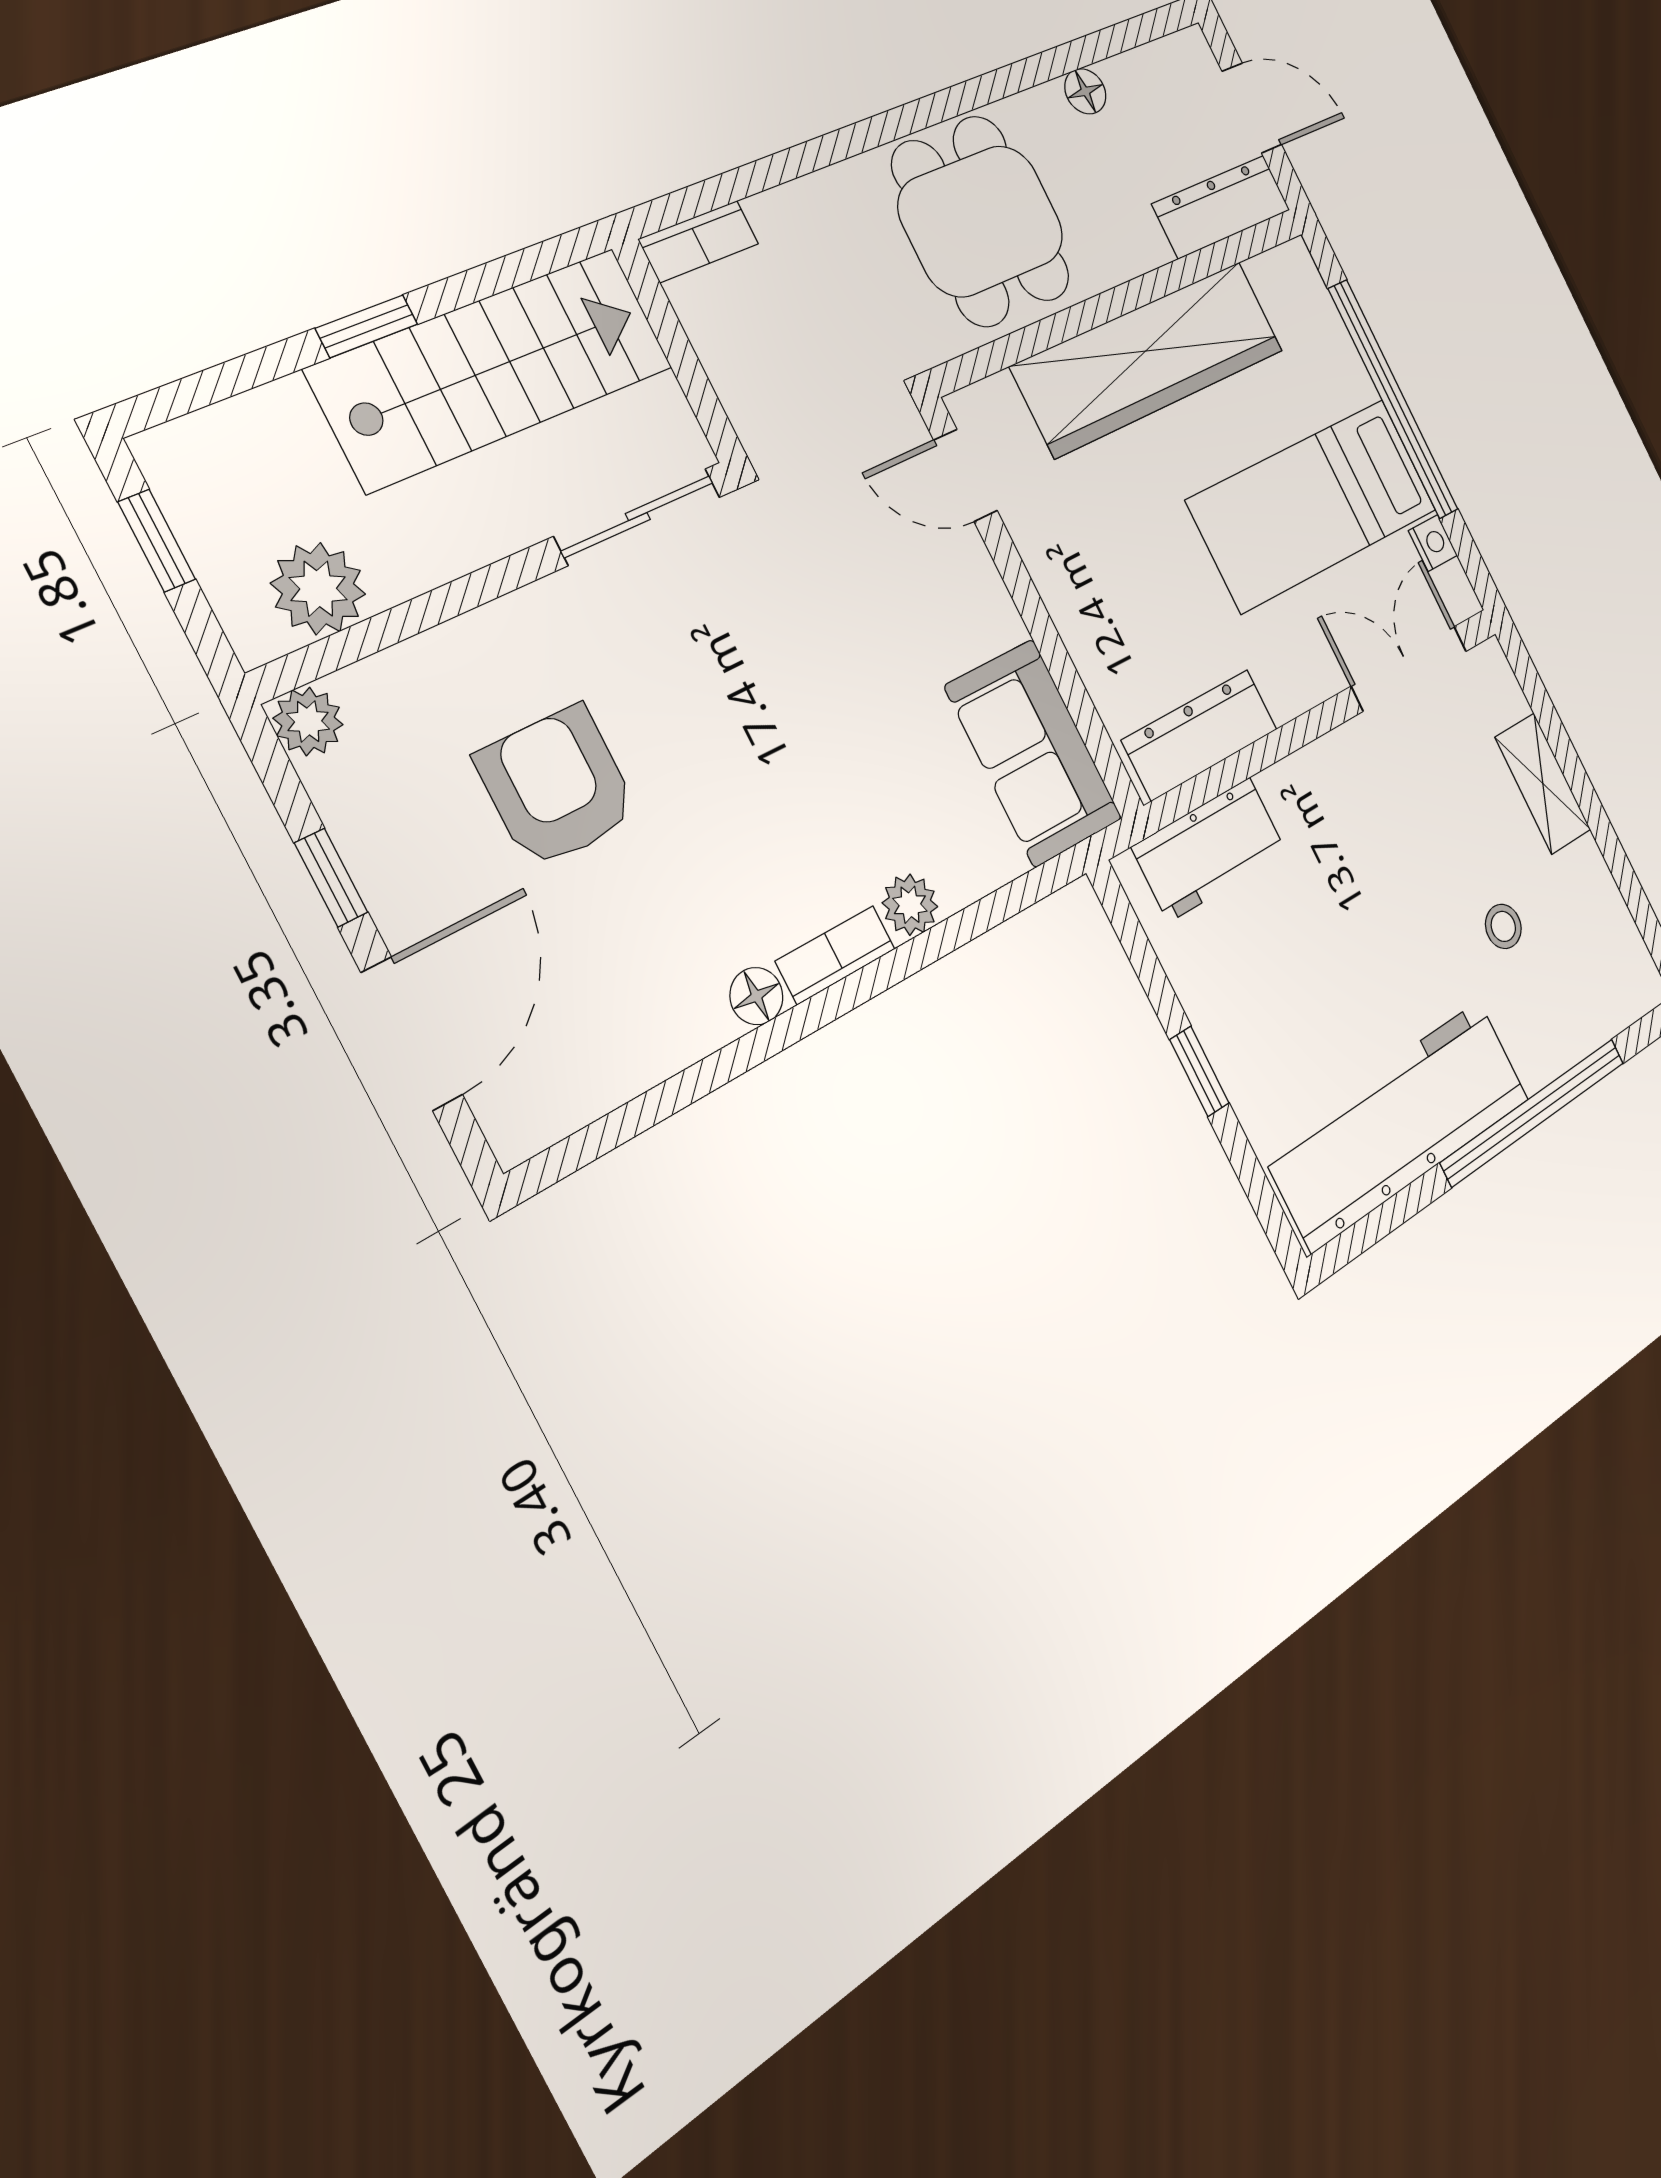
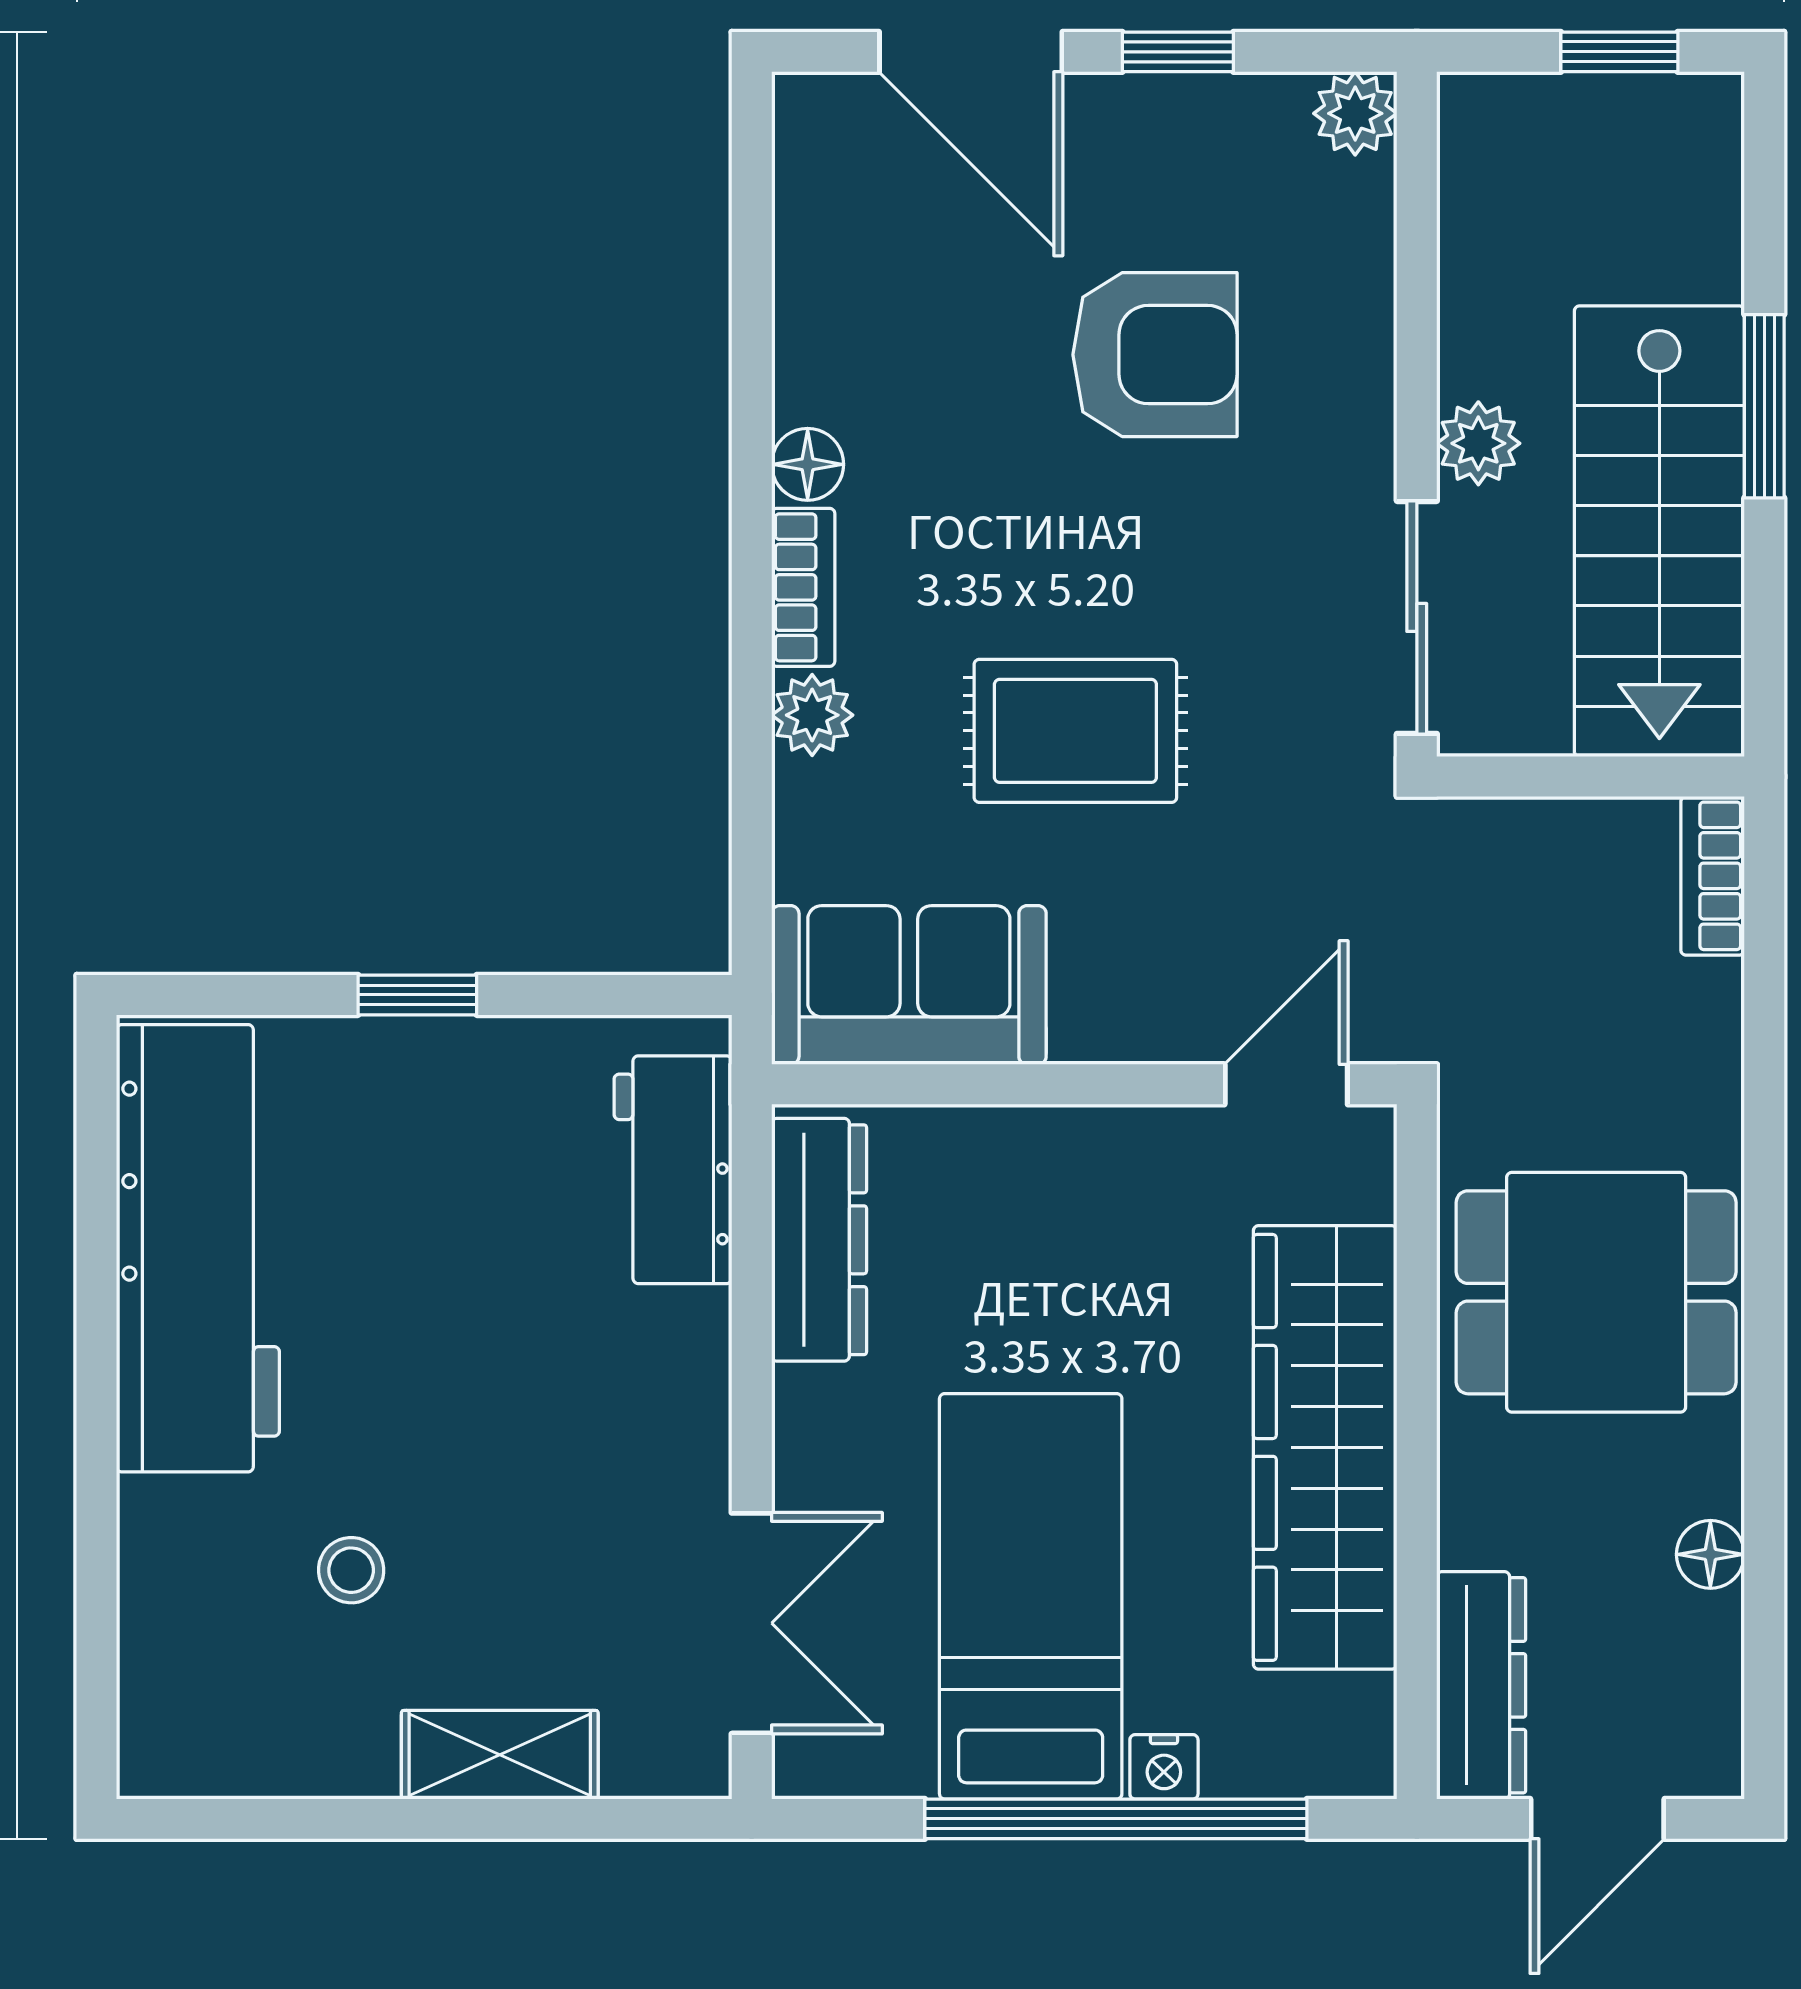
window: (367, 326) -> (1764, 406), width x1.50
nightstand: (1433, 543) -> (1164, 1767), moved
plant: (318, 589) -> (1478, 443), moved, width x0.73, depth x0.73
rug: (829, 720) -> (1075, 731), added
window: (1533, 1112) -> (96, 1471), removed

